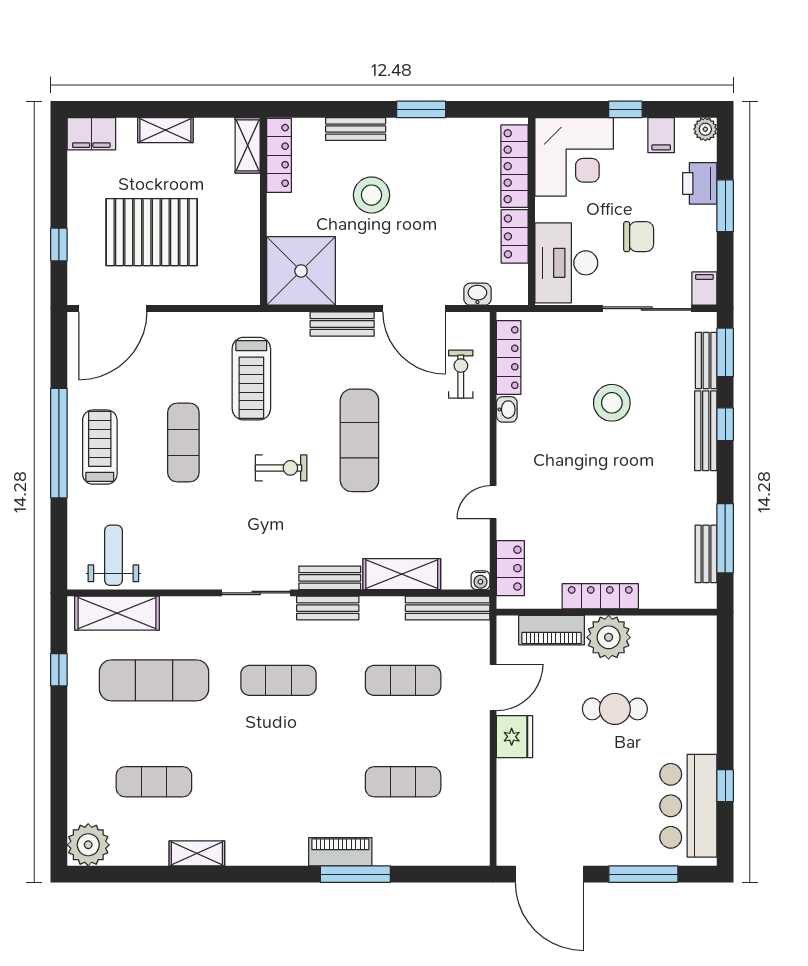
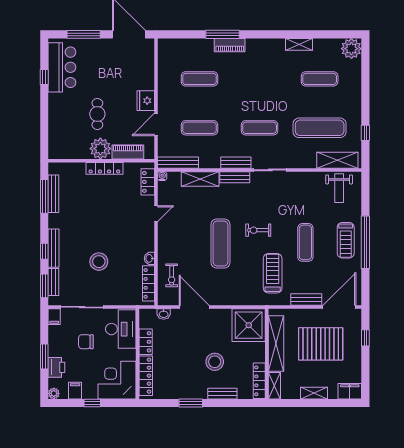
shelving: (244, 233) -> (276, 343), added
bench: (342, 324) -> (306, 300), moved
bench: (706, 554) -> (53, 194), width x1.36
cafe table: (615, 709) -> (97, 114), turned 90

